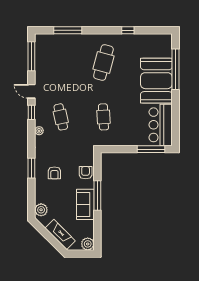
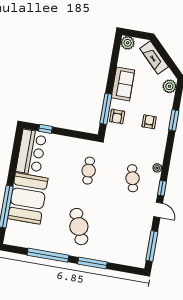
window: (68, 30) -> (92, 263), moved
window: (128, 30) -> (48, 255), width x3.17
cafe table: (103, 62) -> (79, 227), turned -36
window: (151, 149) -> (46, 129), width x0.46
window: (31, 168) -> (174, 120), moved
window: (97, 195) -> (106, 109), moved

